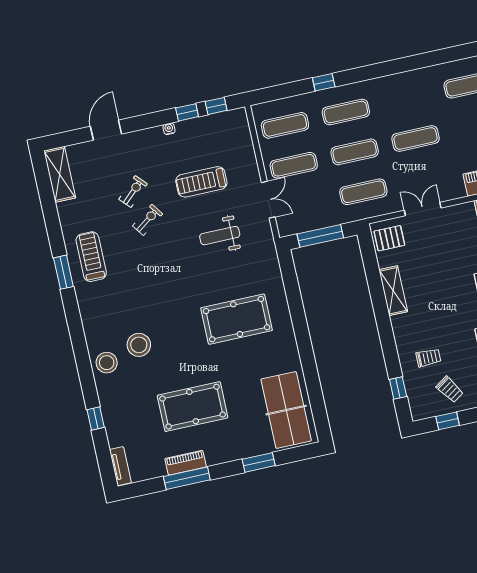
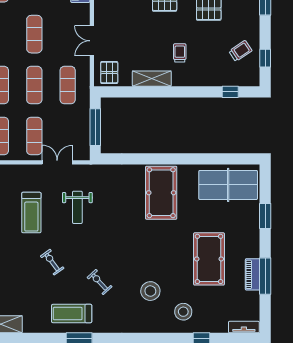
exercise bike: (133, 192) -> (100, 282), moved
pool table: (237, 319) -> (161, 193), moved
trolley: (428, 358) -> (180, 53), moved
stool: (107, 363) -> (183, 312), moved

